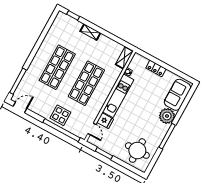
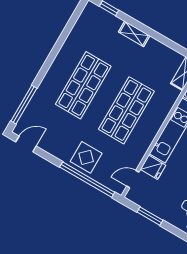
door: (92, 129) -> (133, 179), swing flipped

